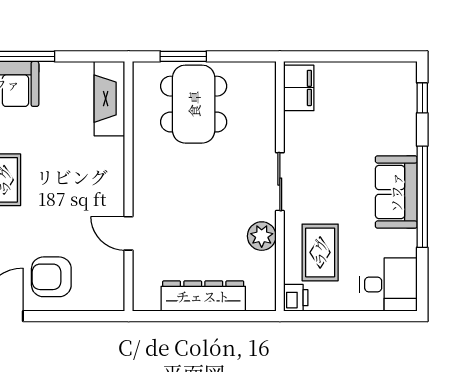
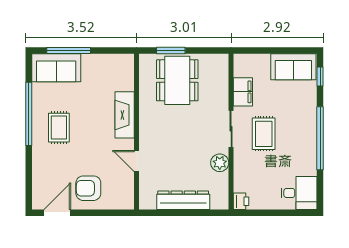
filing cabinet: (299, 88) -> (243, 92), moved
fireplace: (109, 99) -> (125, 115), moved
sofa: (396, 192) -> (293, 67), moved, turned -90
rug: (320, 252) -> (264, 134), moved

